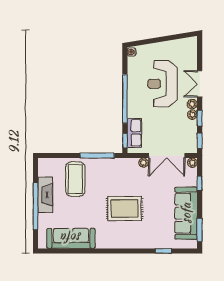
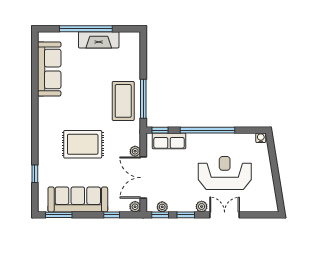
plant: (192, 115) -> (162, 207), moved
coffee table: (75, 179) -> (123, 101), moved, turned 90
rug: (125, 209) -> (83, 144), moved, turned 90

